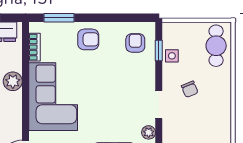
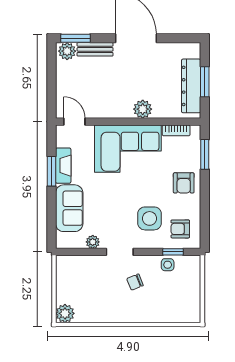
armchair: (135, 43) -> (180, 229), turned 180
cafe table: (216, 46) -> (178, 308), removed
side table: (125, 74) -> (150, 218), added

